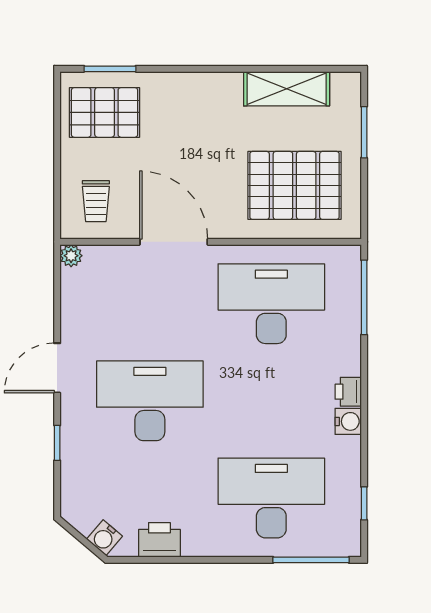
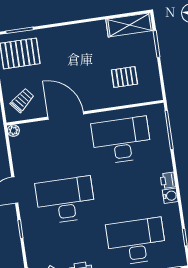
shelving: (287, 89) -> (129, 25), moved
pallet: (295, 185) -> (124, 77), width x0.49, depth x0.50
trolley: (96, 201) -> (22, 100), turned -130

